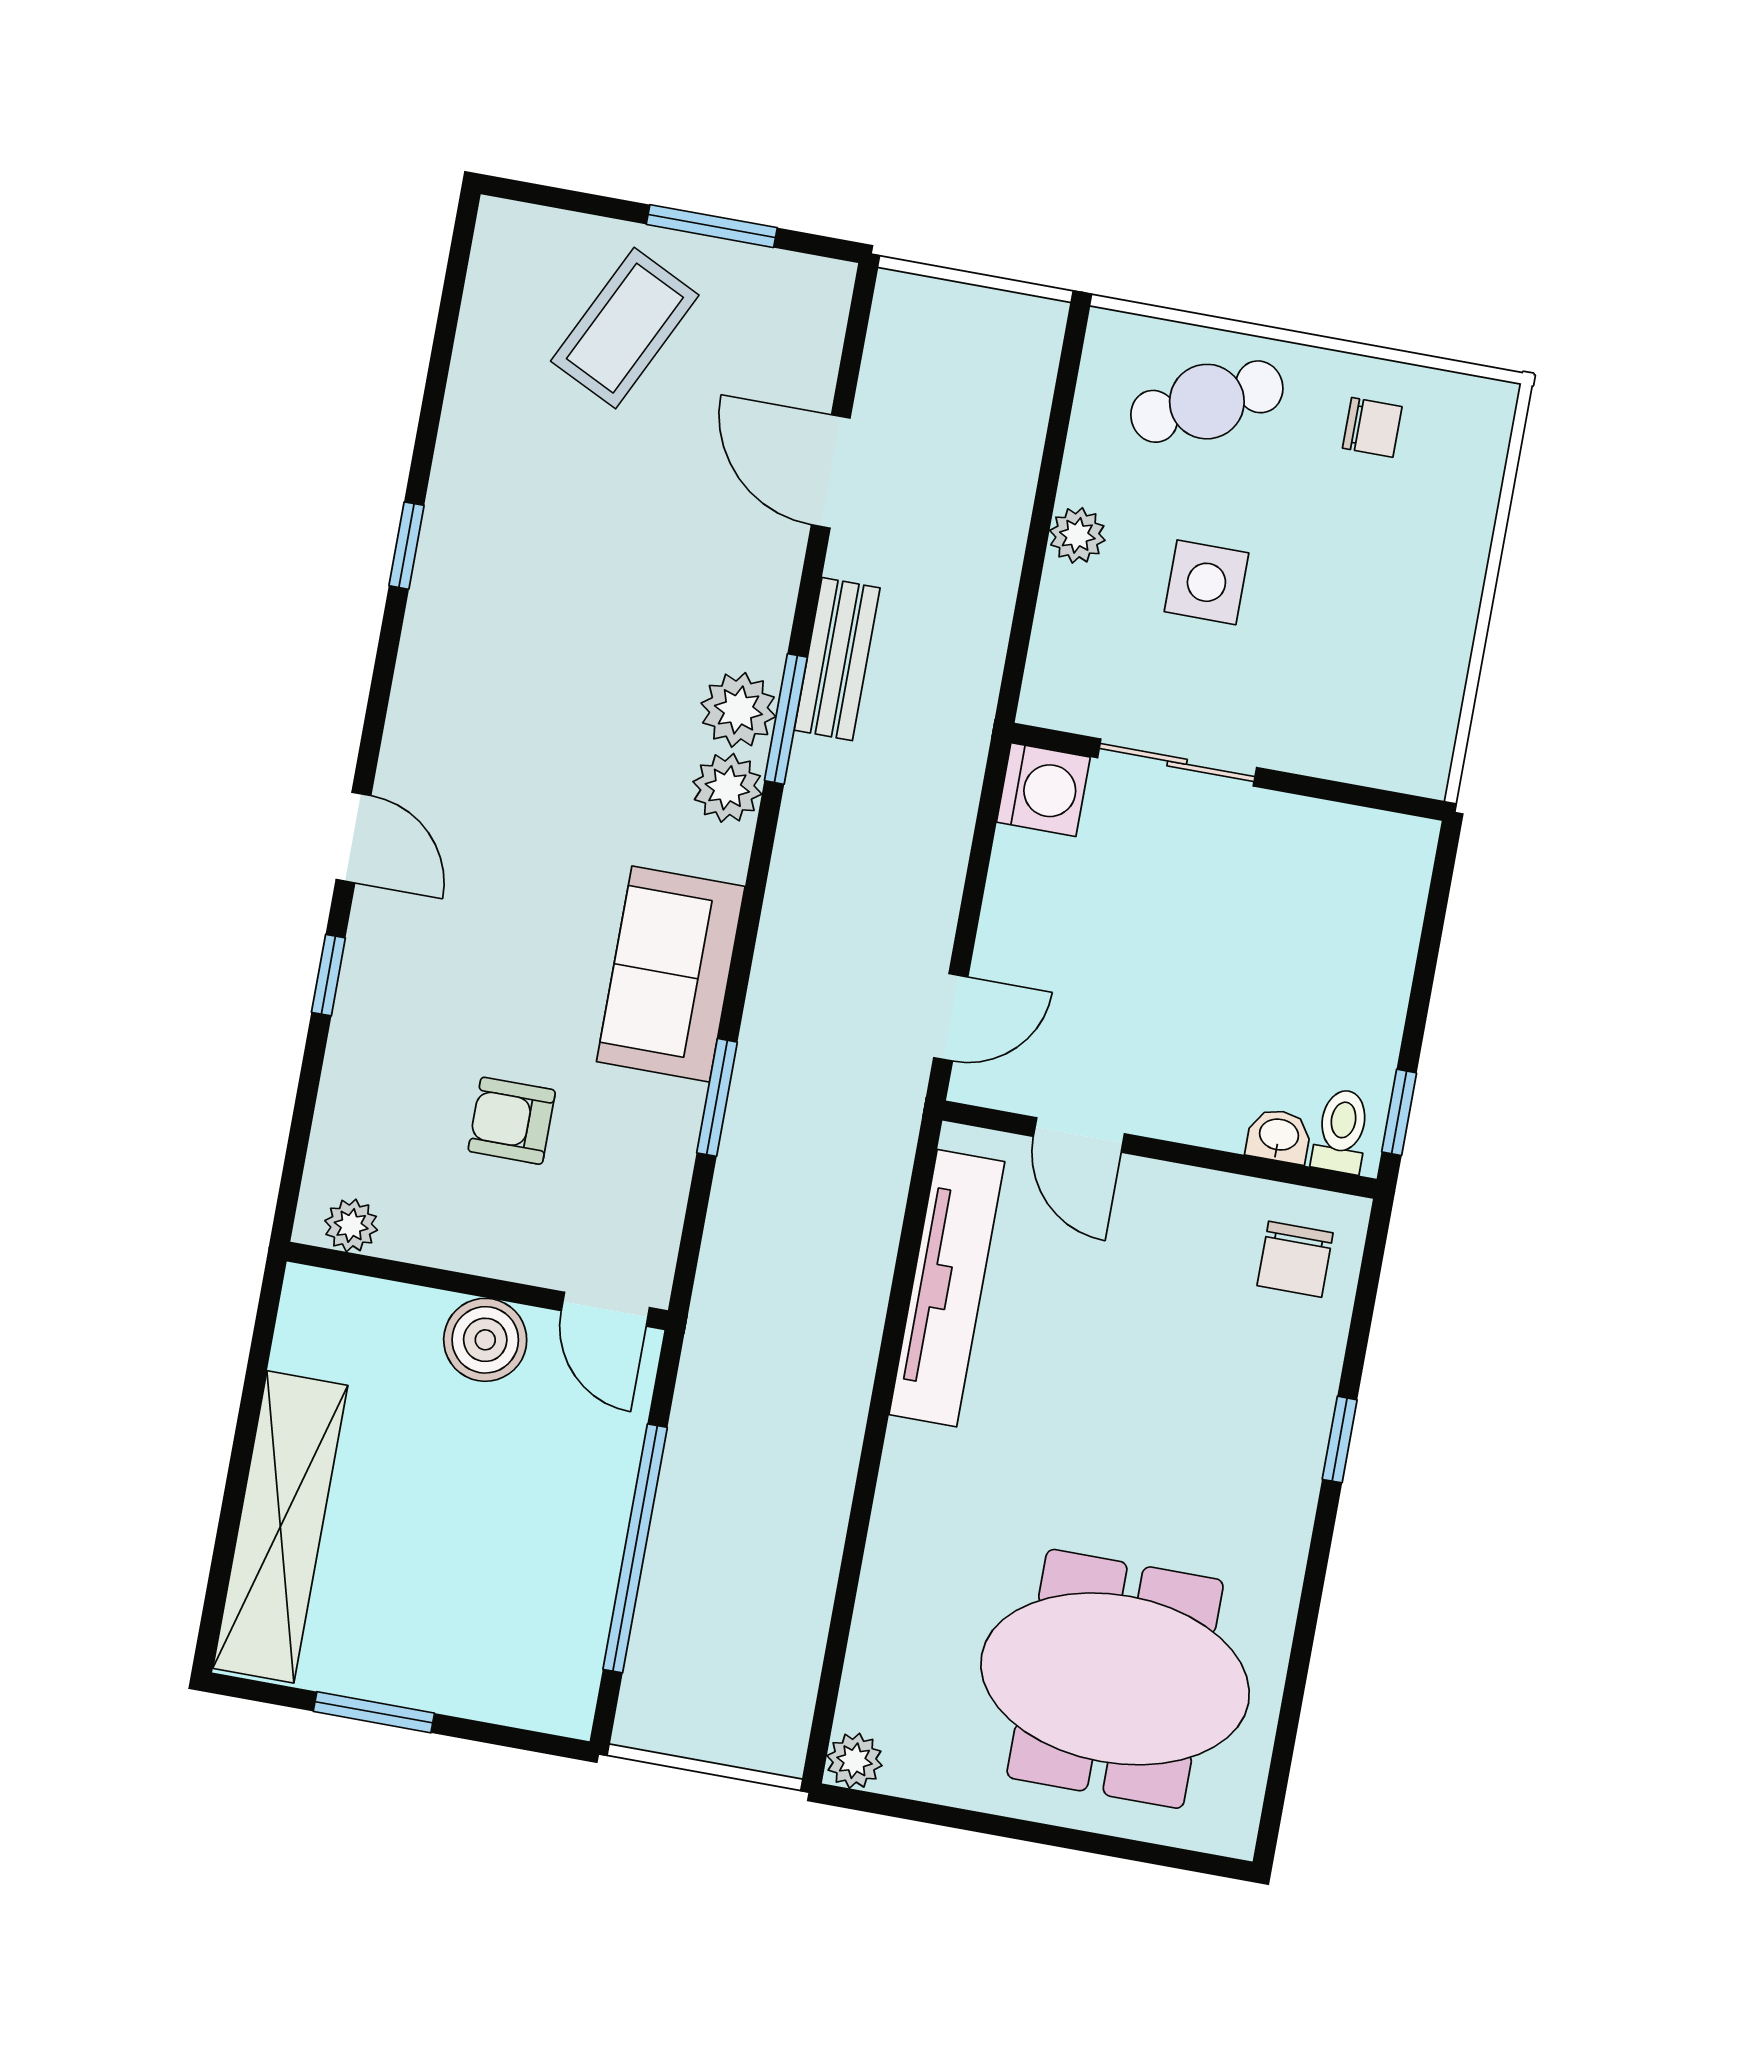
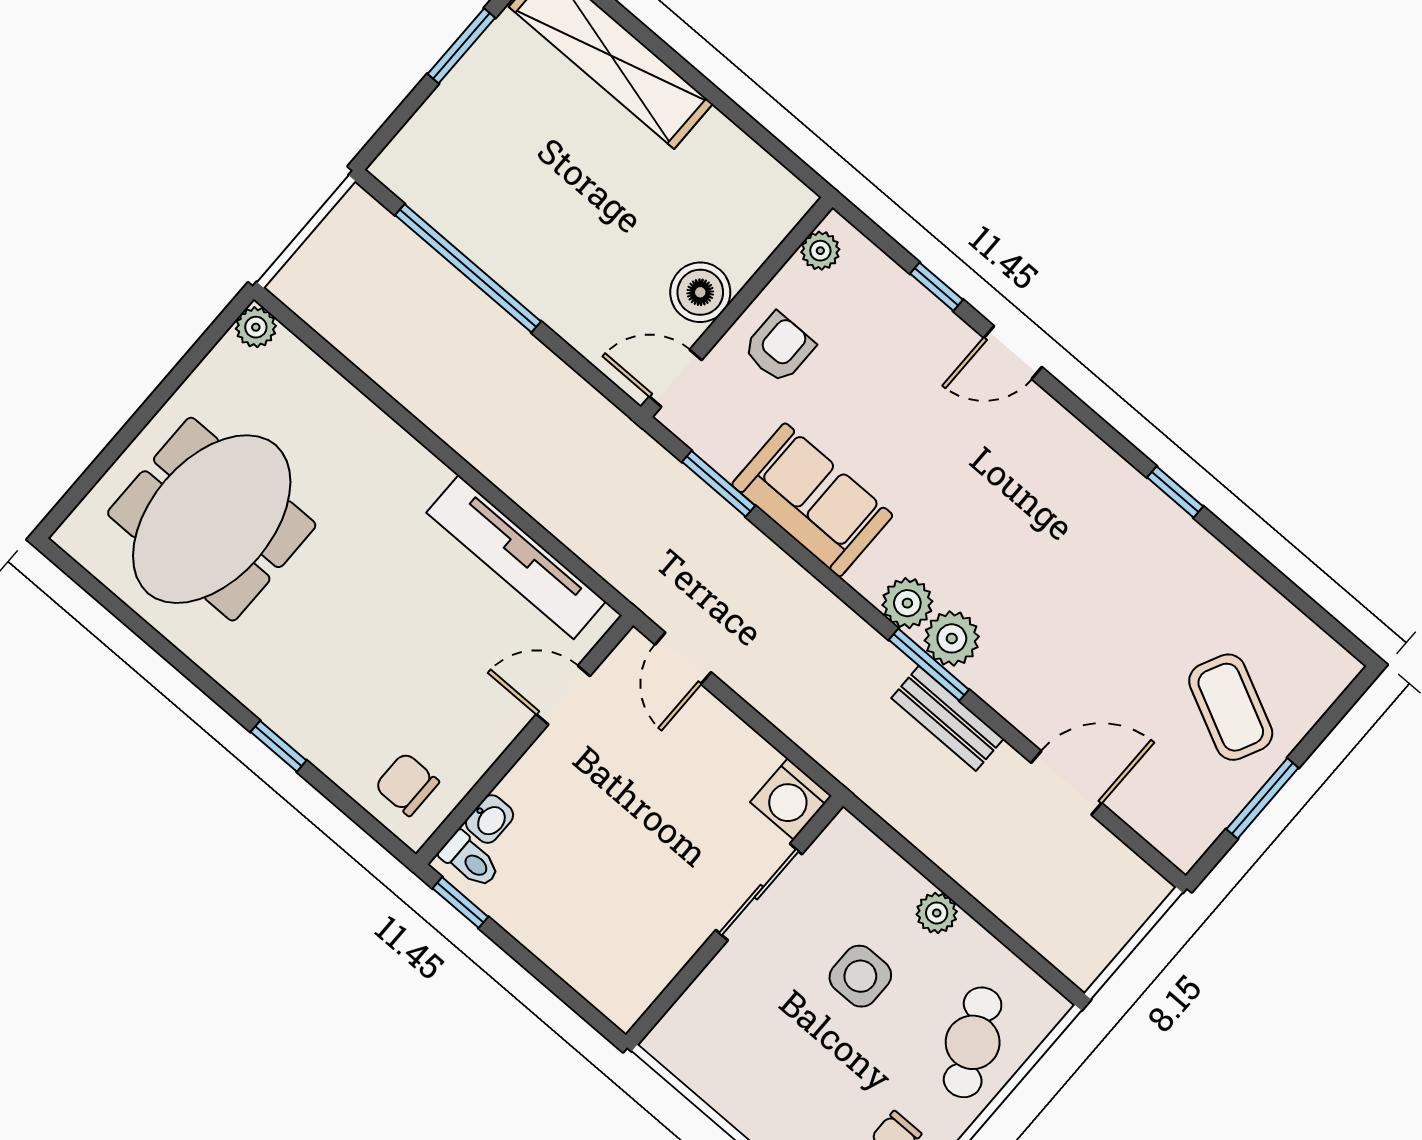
plant: (351, 1225) -> (820, 251), moved
wall: (477, 1286) -> (737, 307), moved
door: (605, 1309) -> (675, 378), moved
boiler: (485, 1340) -> (700, 292), moved

